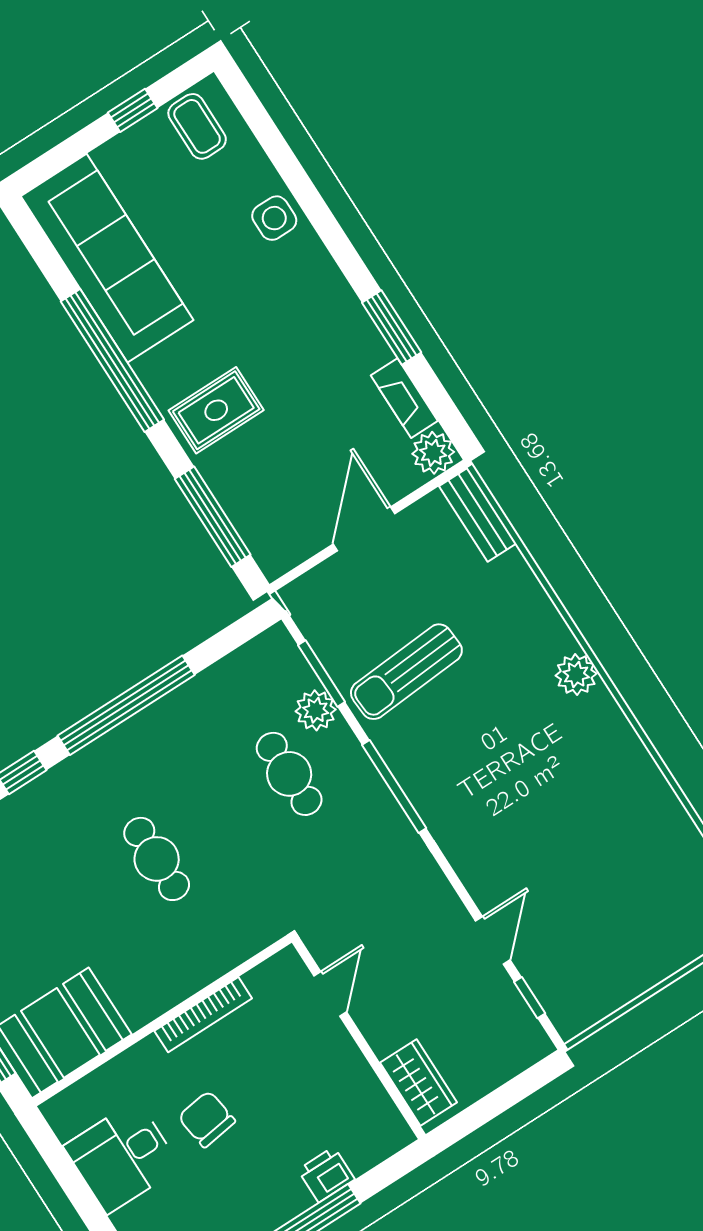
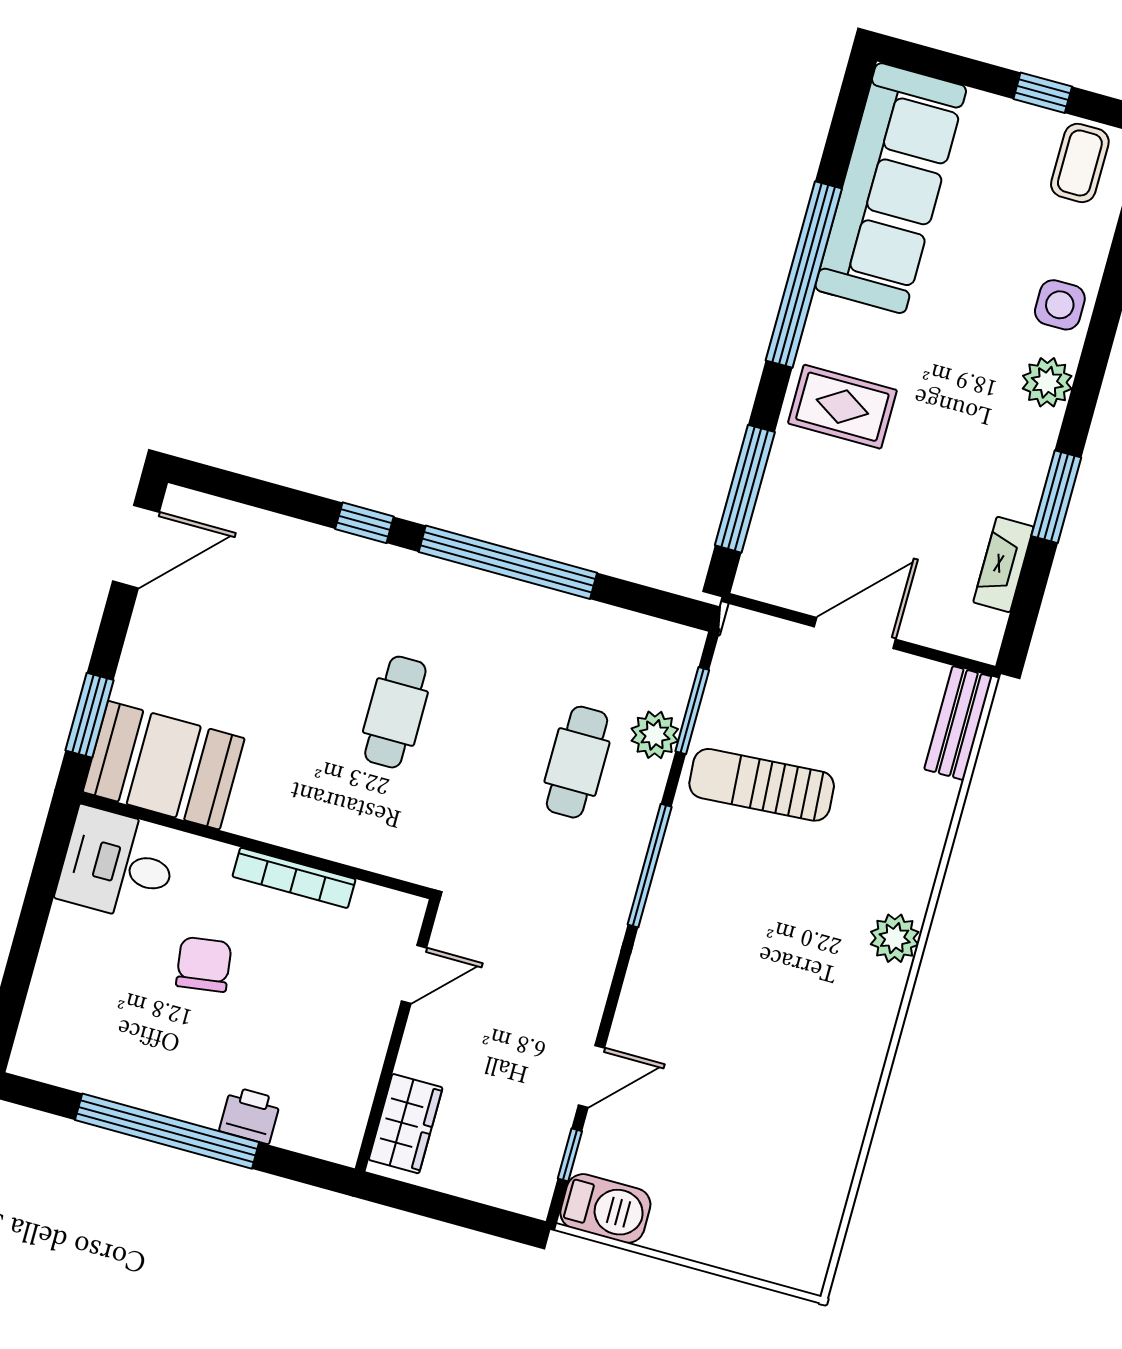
plant: (433, 453) -> (1047, 382), moved
barbecue: (583, 1006) -> (605, 1208), added
desk: (122, 1157) -> (118, 865), moved

